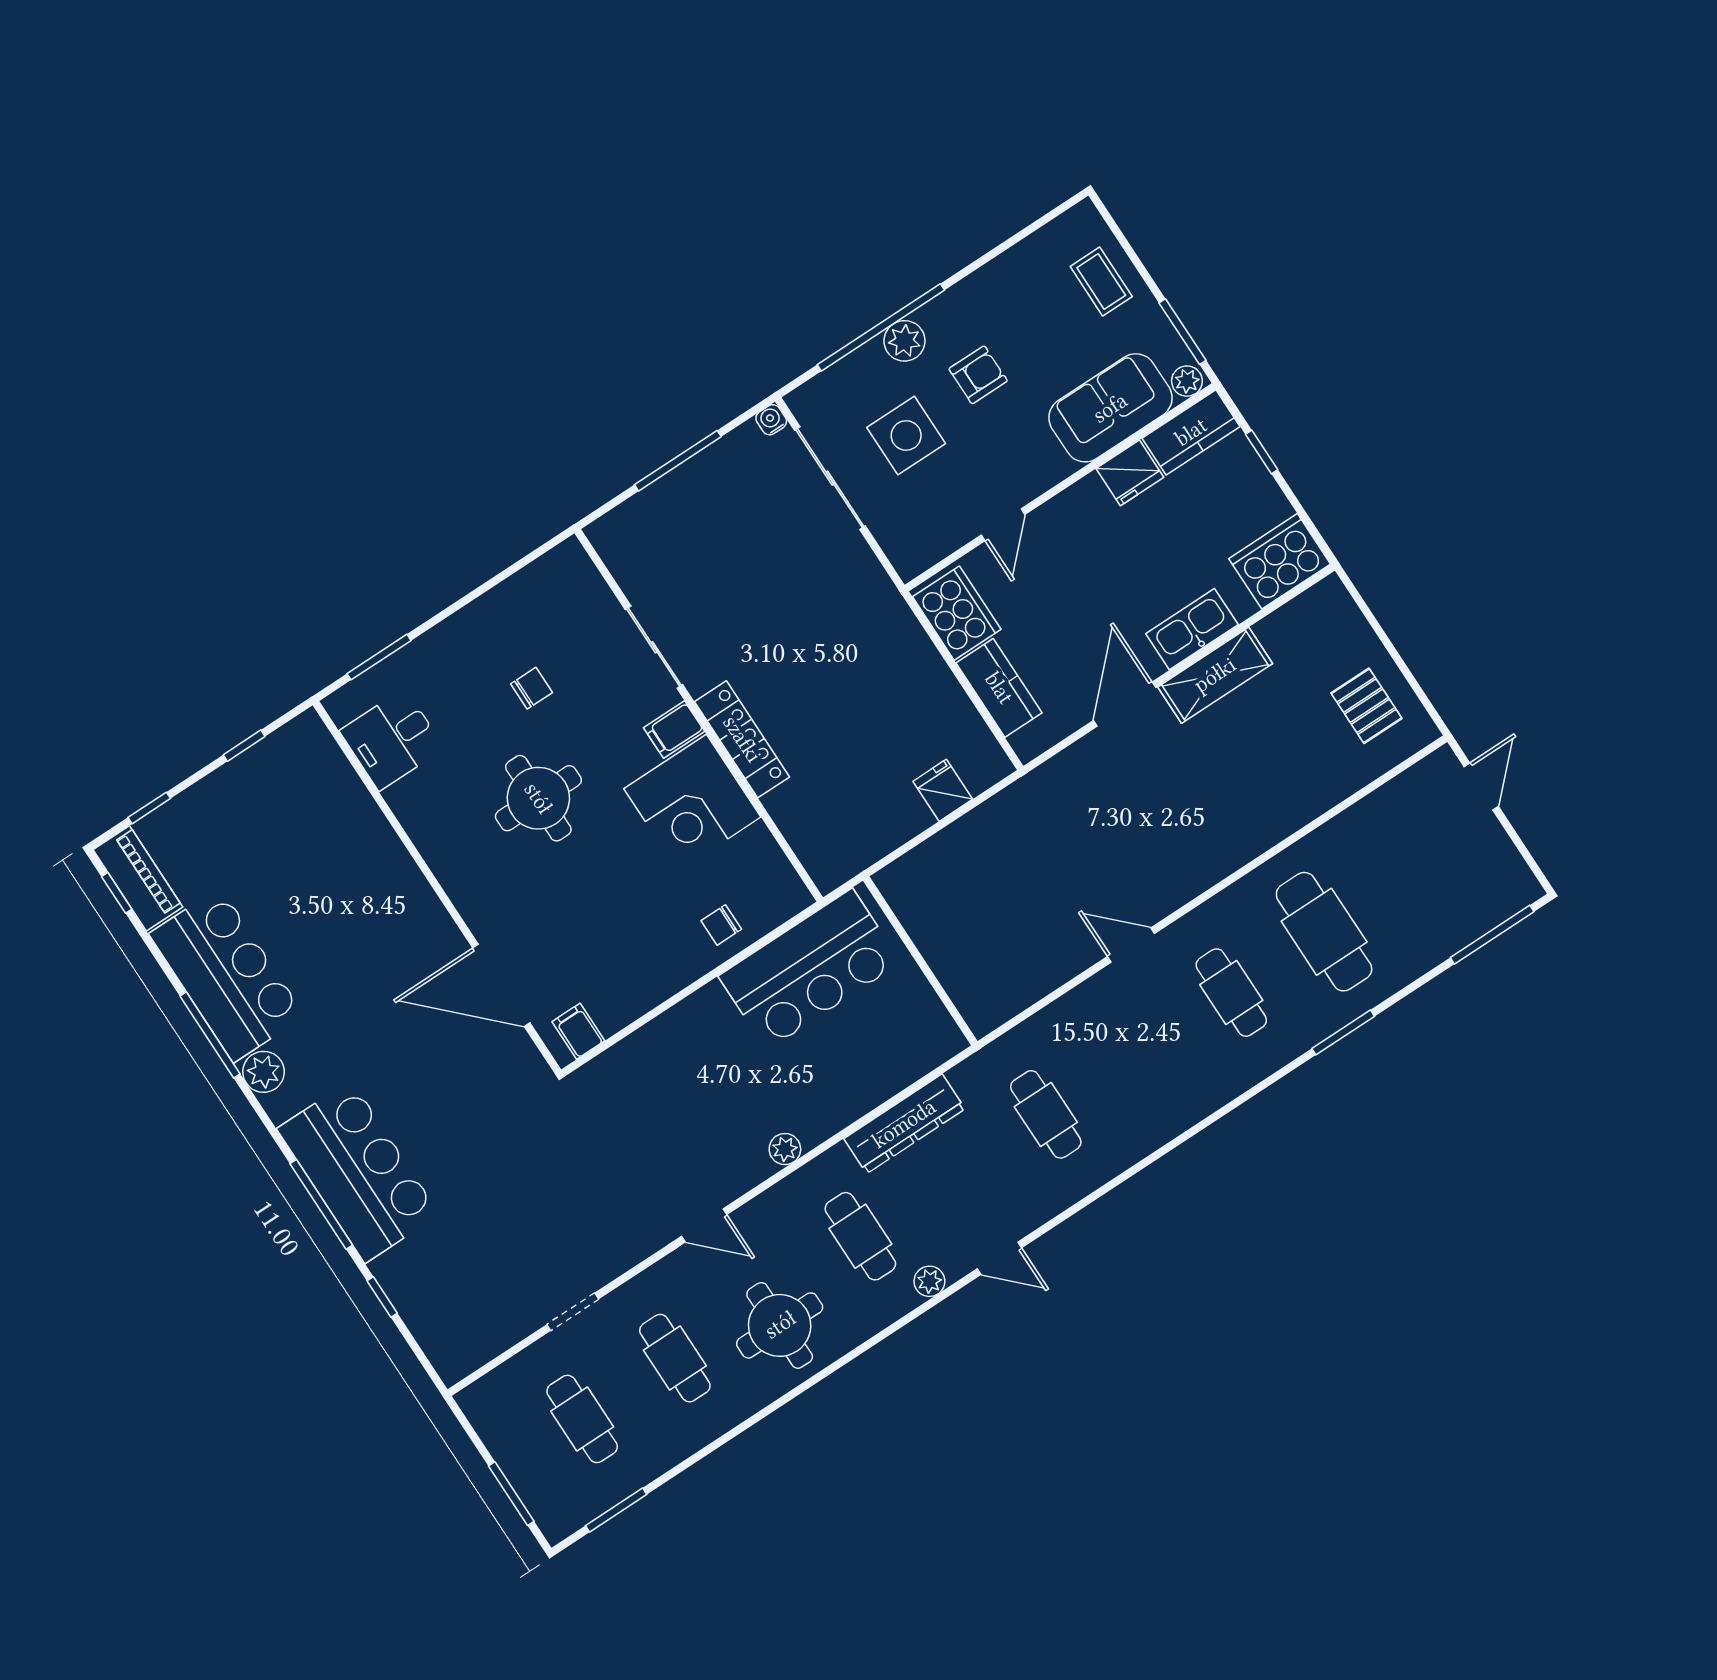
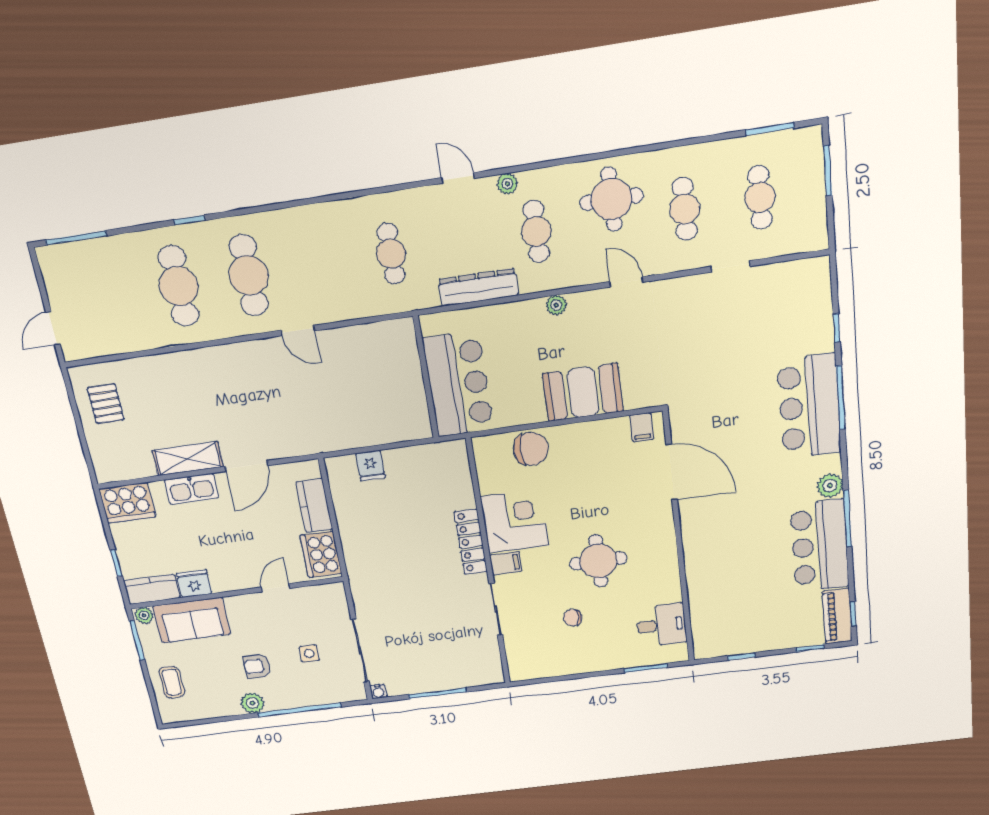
plant: (904, 341) -> (252, 703), moved
side table: (906, 435) -> (309, 654), width x0.54, depth x0.54
chair: (721, 925) -> (531, 449), width x1.87, depth x1.87
bar counter: (809, 969) -> (458, 384), moved, turned 90
cafe table: (1231, 993) -> (249, 275), width x1.37, depth x1.35
window: (1343, 1032) -> (189, 220), width x0.67
booth: (687, 1043) -> (583, 392), added

